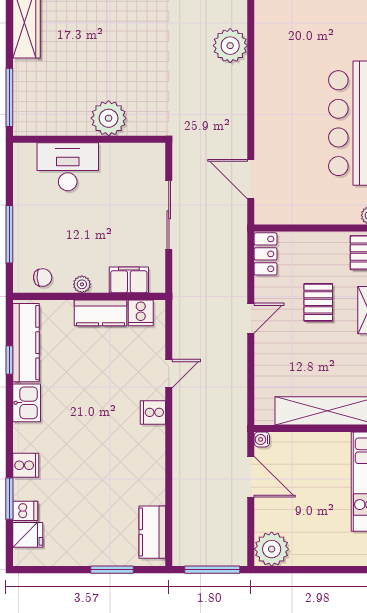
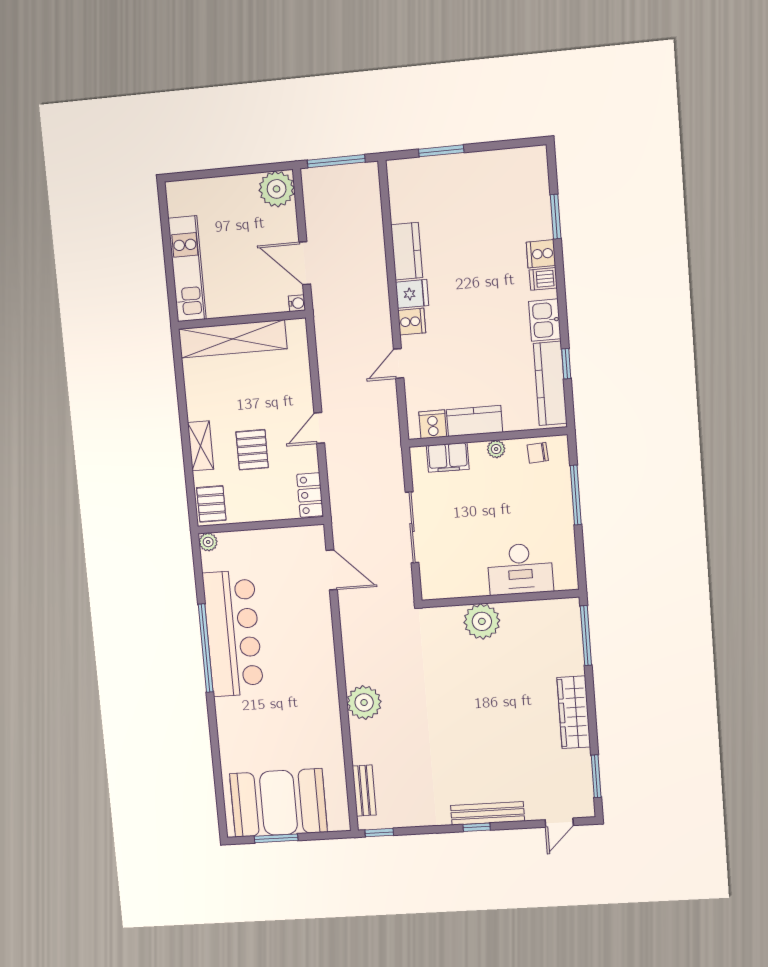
dishwasher: (25, 511) -> (543, 279), moved
kitchen counter: (152, 532) -> (407, 251), moved
fridge: (28, 535) -> (412, 294), moved, turned 180

